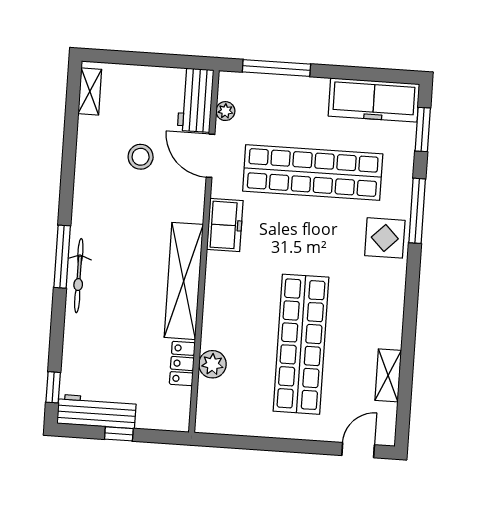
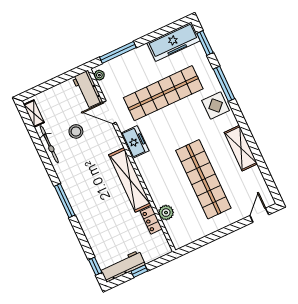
plant: (225, 111) -> (99, 75), moved
bicycle: (79, 276) -> (49, 144), moved
shelving: (388, 375) -> (241, 148), moved, width x1.50, depth x1.33

